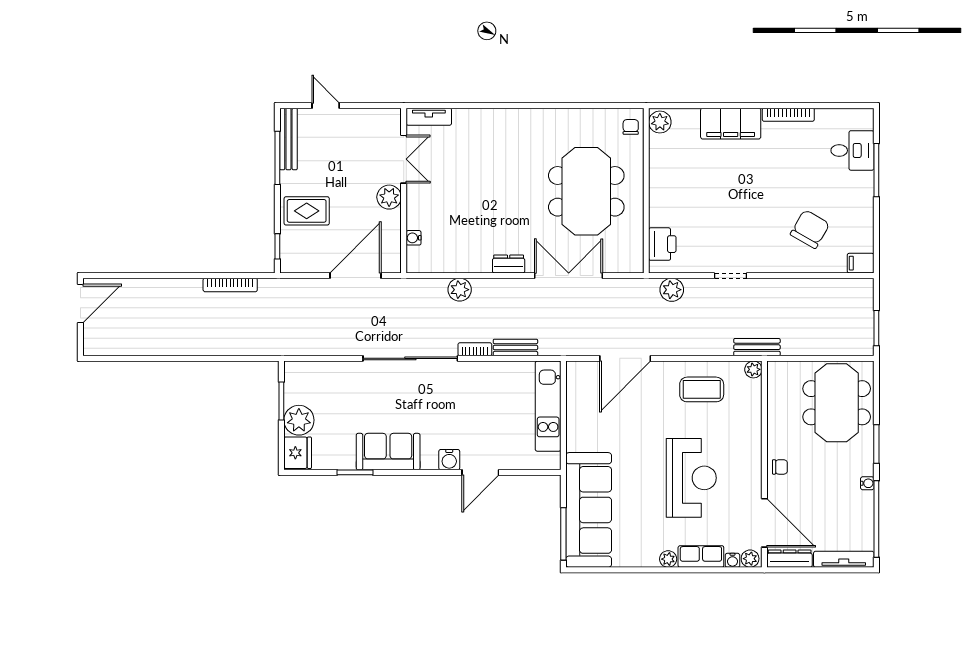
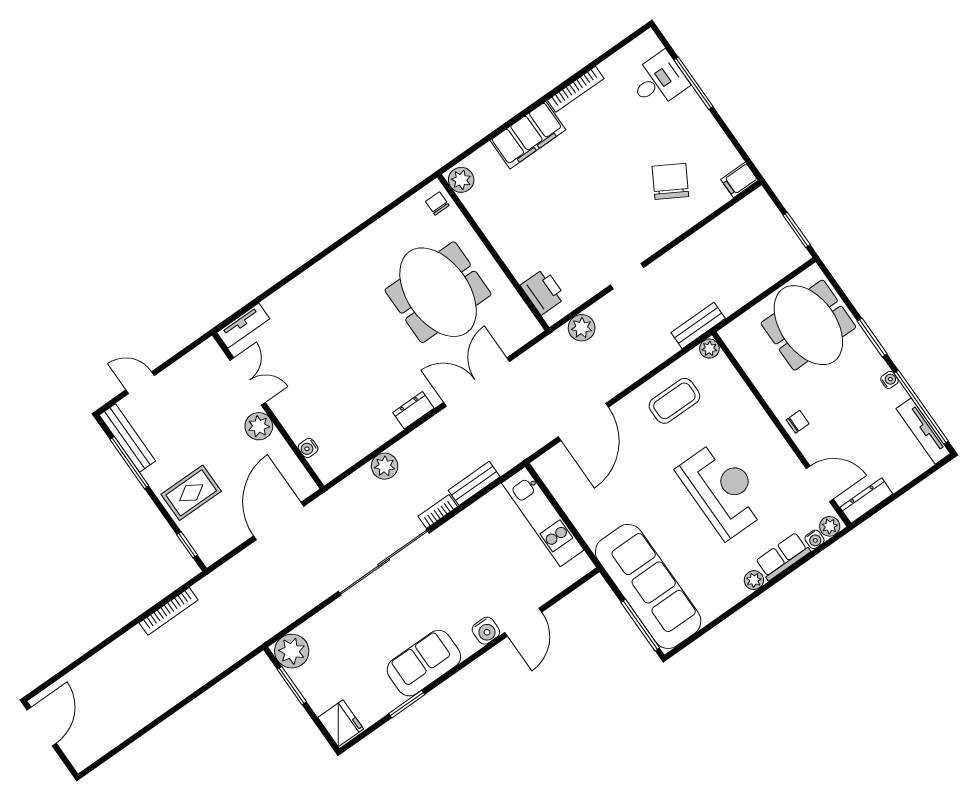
plant: (299, 420) -> (292, 651), moved
door: (764, 523) -> (820, 484), width x0.73
tv unit: (844, 559) -> (923, 431), moved, turned -90

